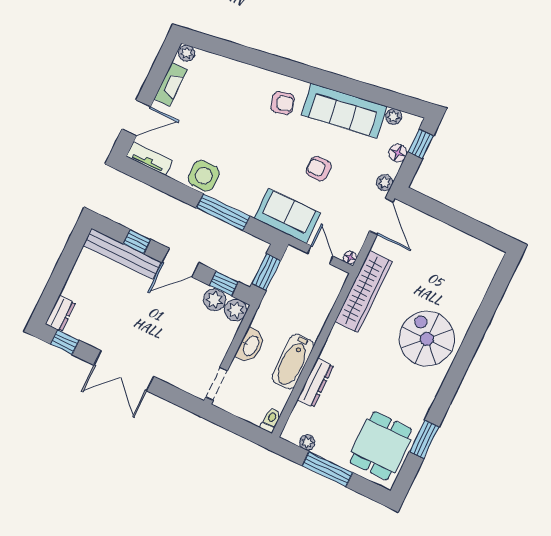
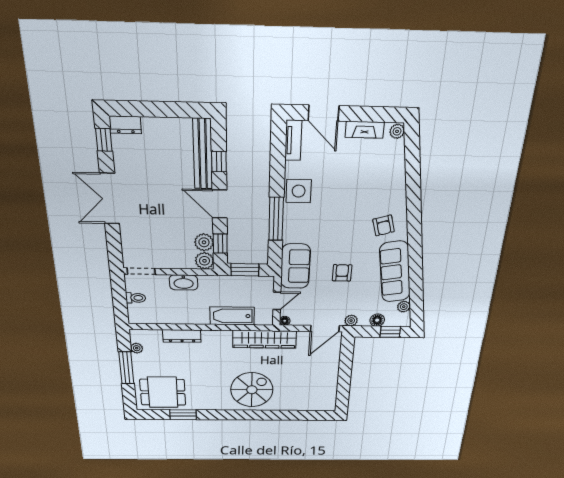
bathtub: (293, 362) -> (232, 316), moved
toilet: (271, 420) -> (136, 298), moved

